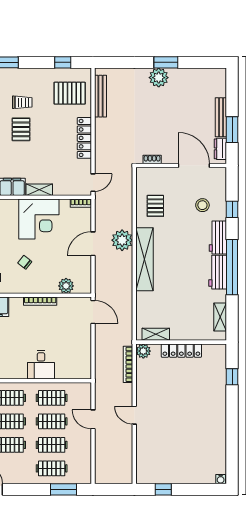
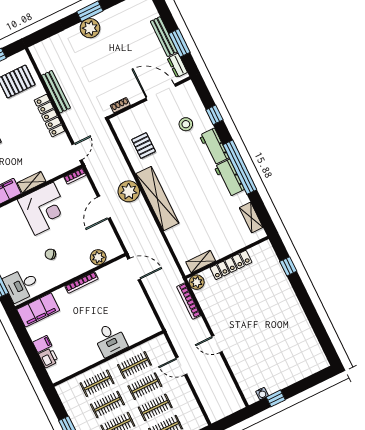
bench: (100, 96) -> (56, 92), moved
water cooler: (221, 479) -> (262, 394), moved

